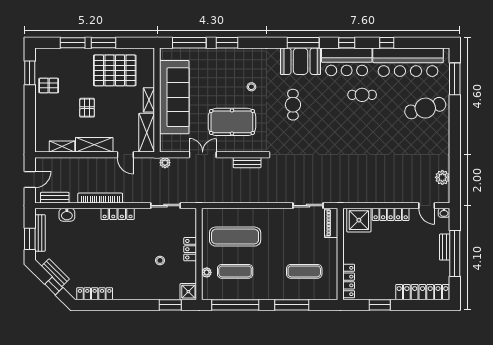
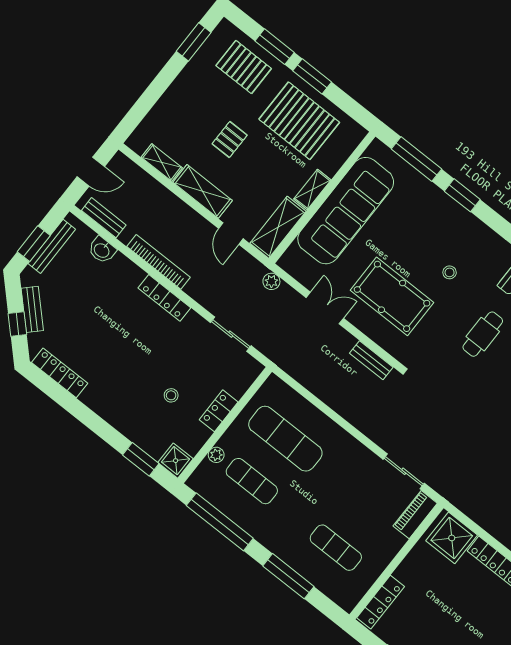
pallet: (49, 86) -> (244, 67), moved, width x1.50, depth x1.42

